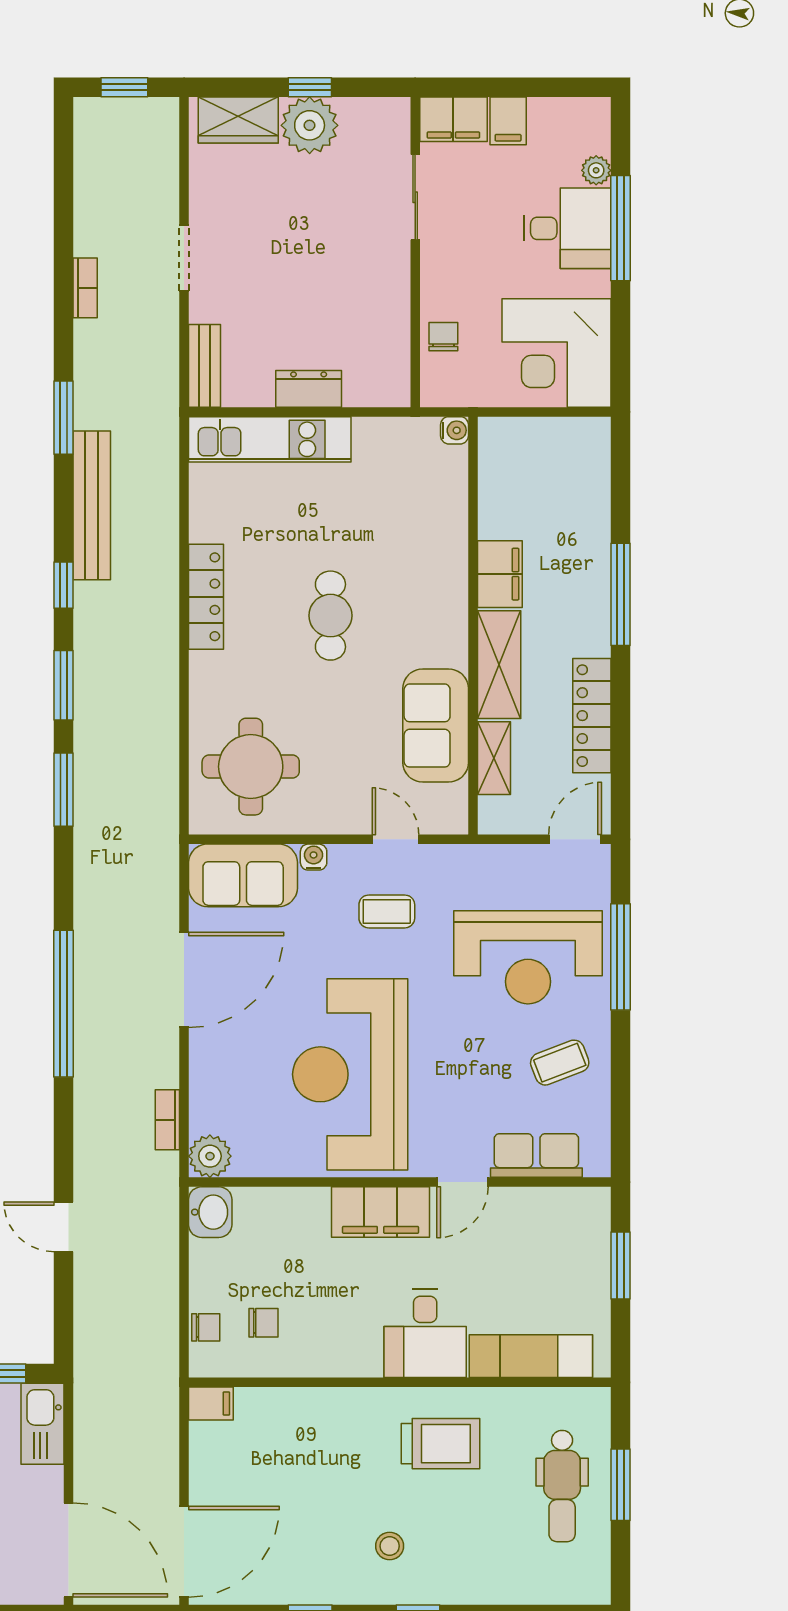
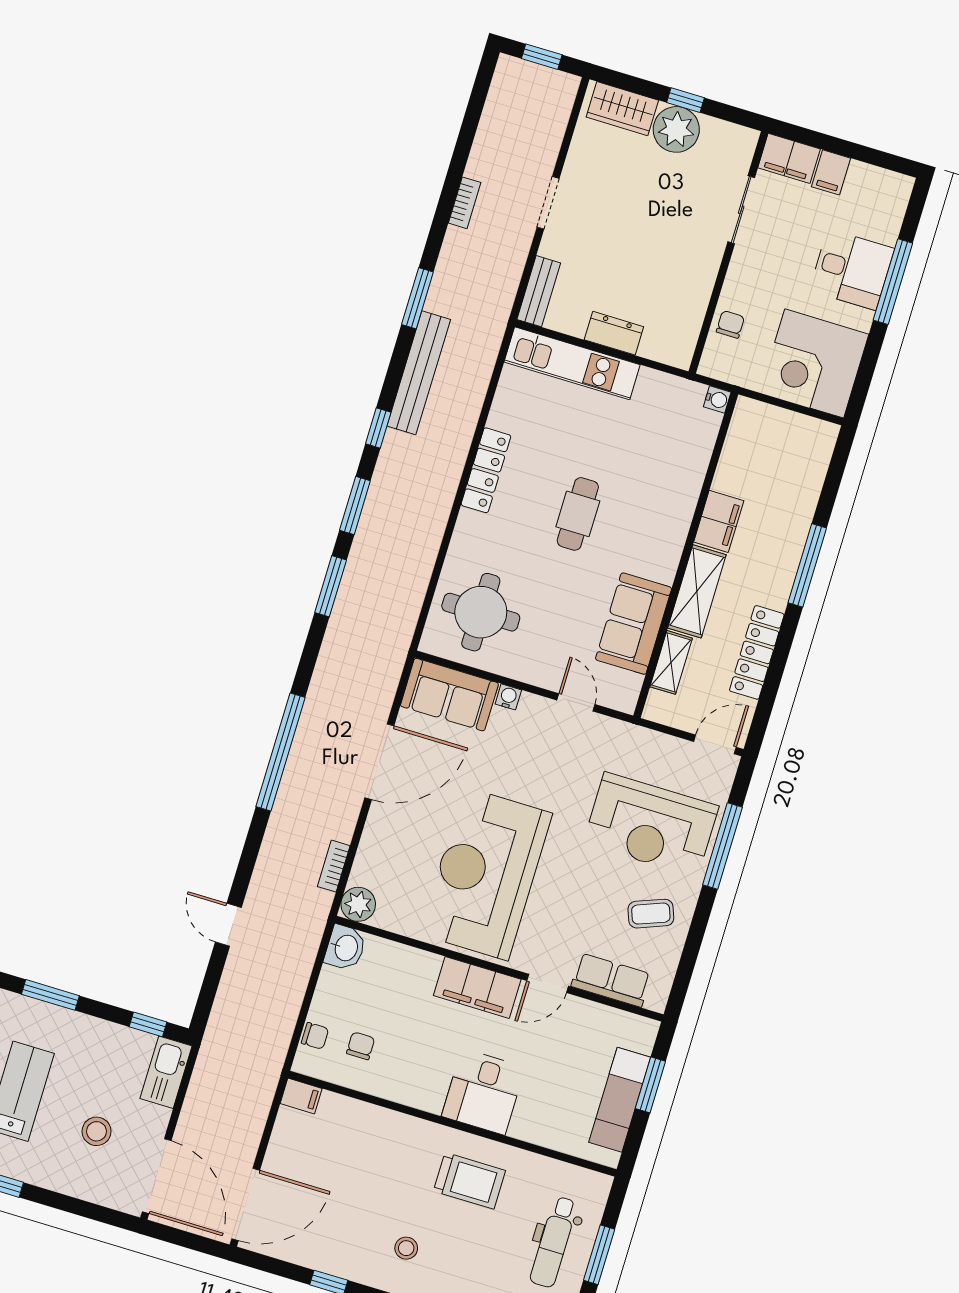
plant: (596, 170) -> (888, 231), removed
coffee table: (387, 911) -> (552, 756), removed
chair: (263, 1323) -> (361, 1046), turned -90
exam couch: (531, 1356) -> (620, 1100), moved, turned -90

